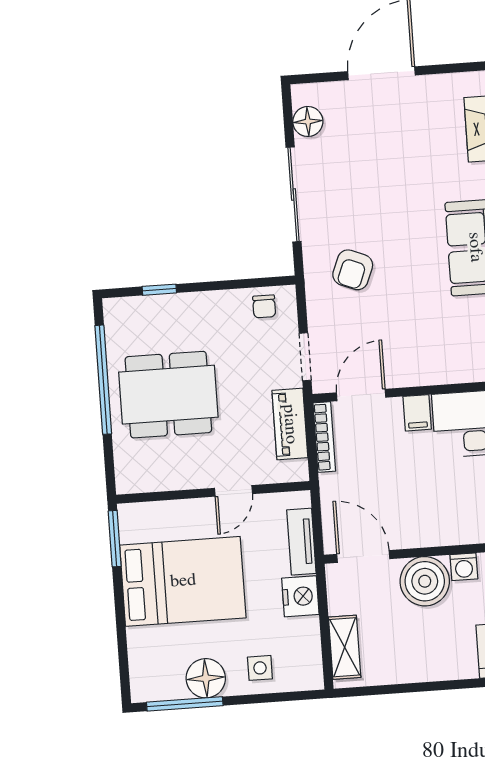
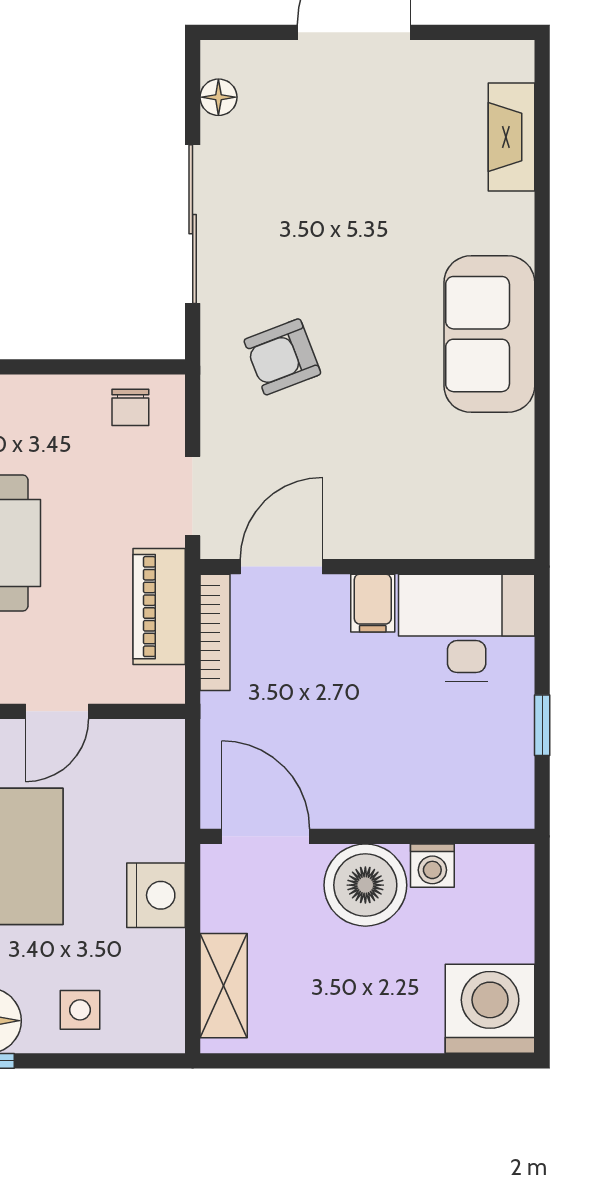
floor lamp: (308, 121) -> (218, 97), width x0.73, depth x0.73
armchair: (353, 270) -> (282, 357), turned 47
tv unit: (301, 542) -> (164, 804), removed

